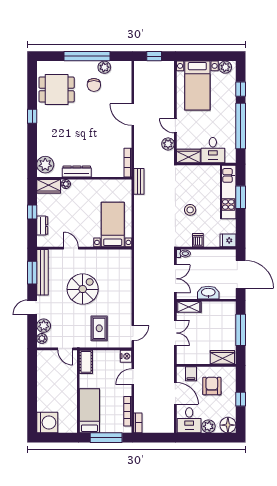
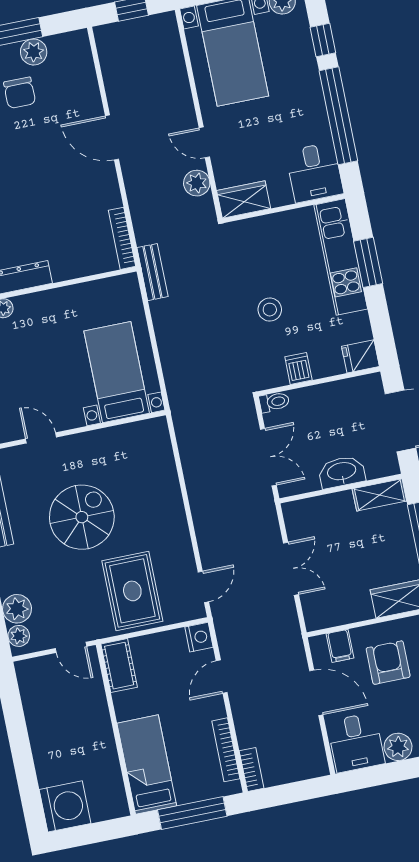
desk: (213, 150) -> (315, 172), moved
shelving: (189, 307) -> (379, 495), moved
rug: (99, 328) -> (132, 591), width x1.36, depth x1.43

